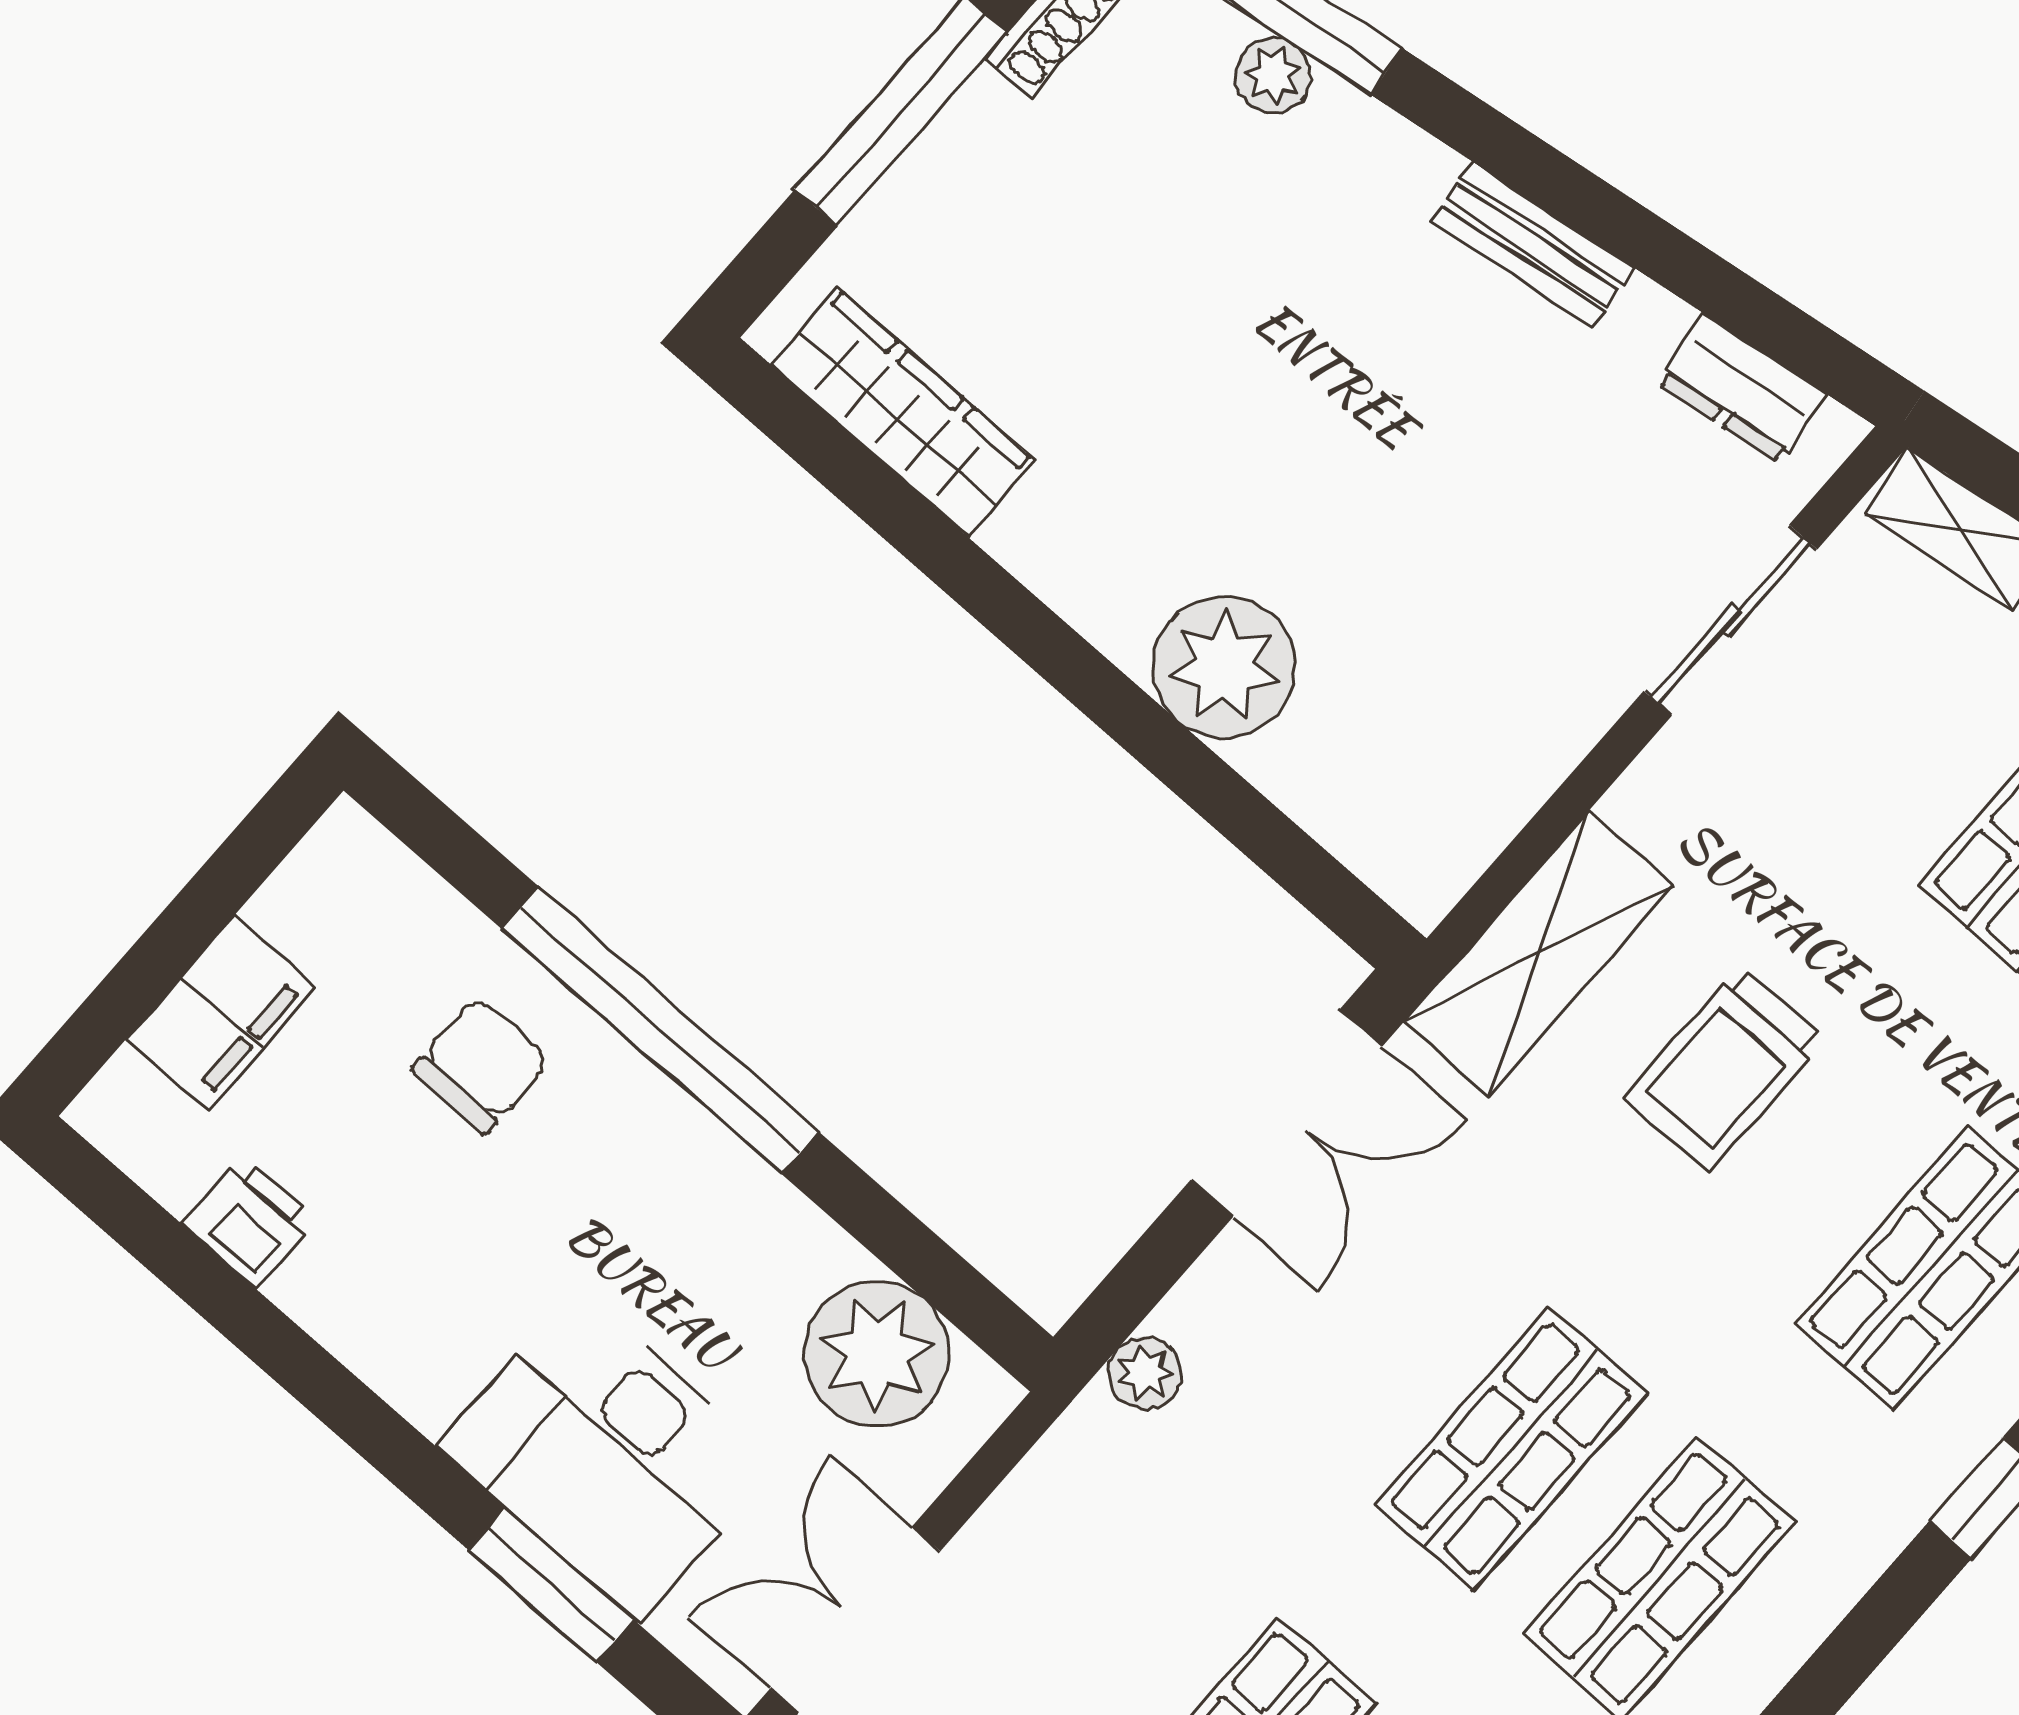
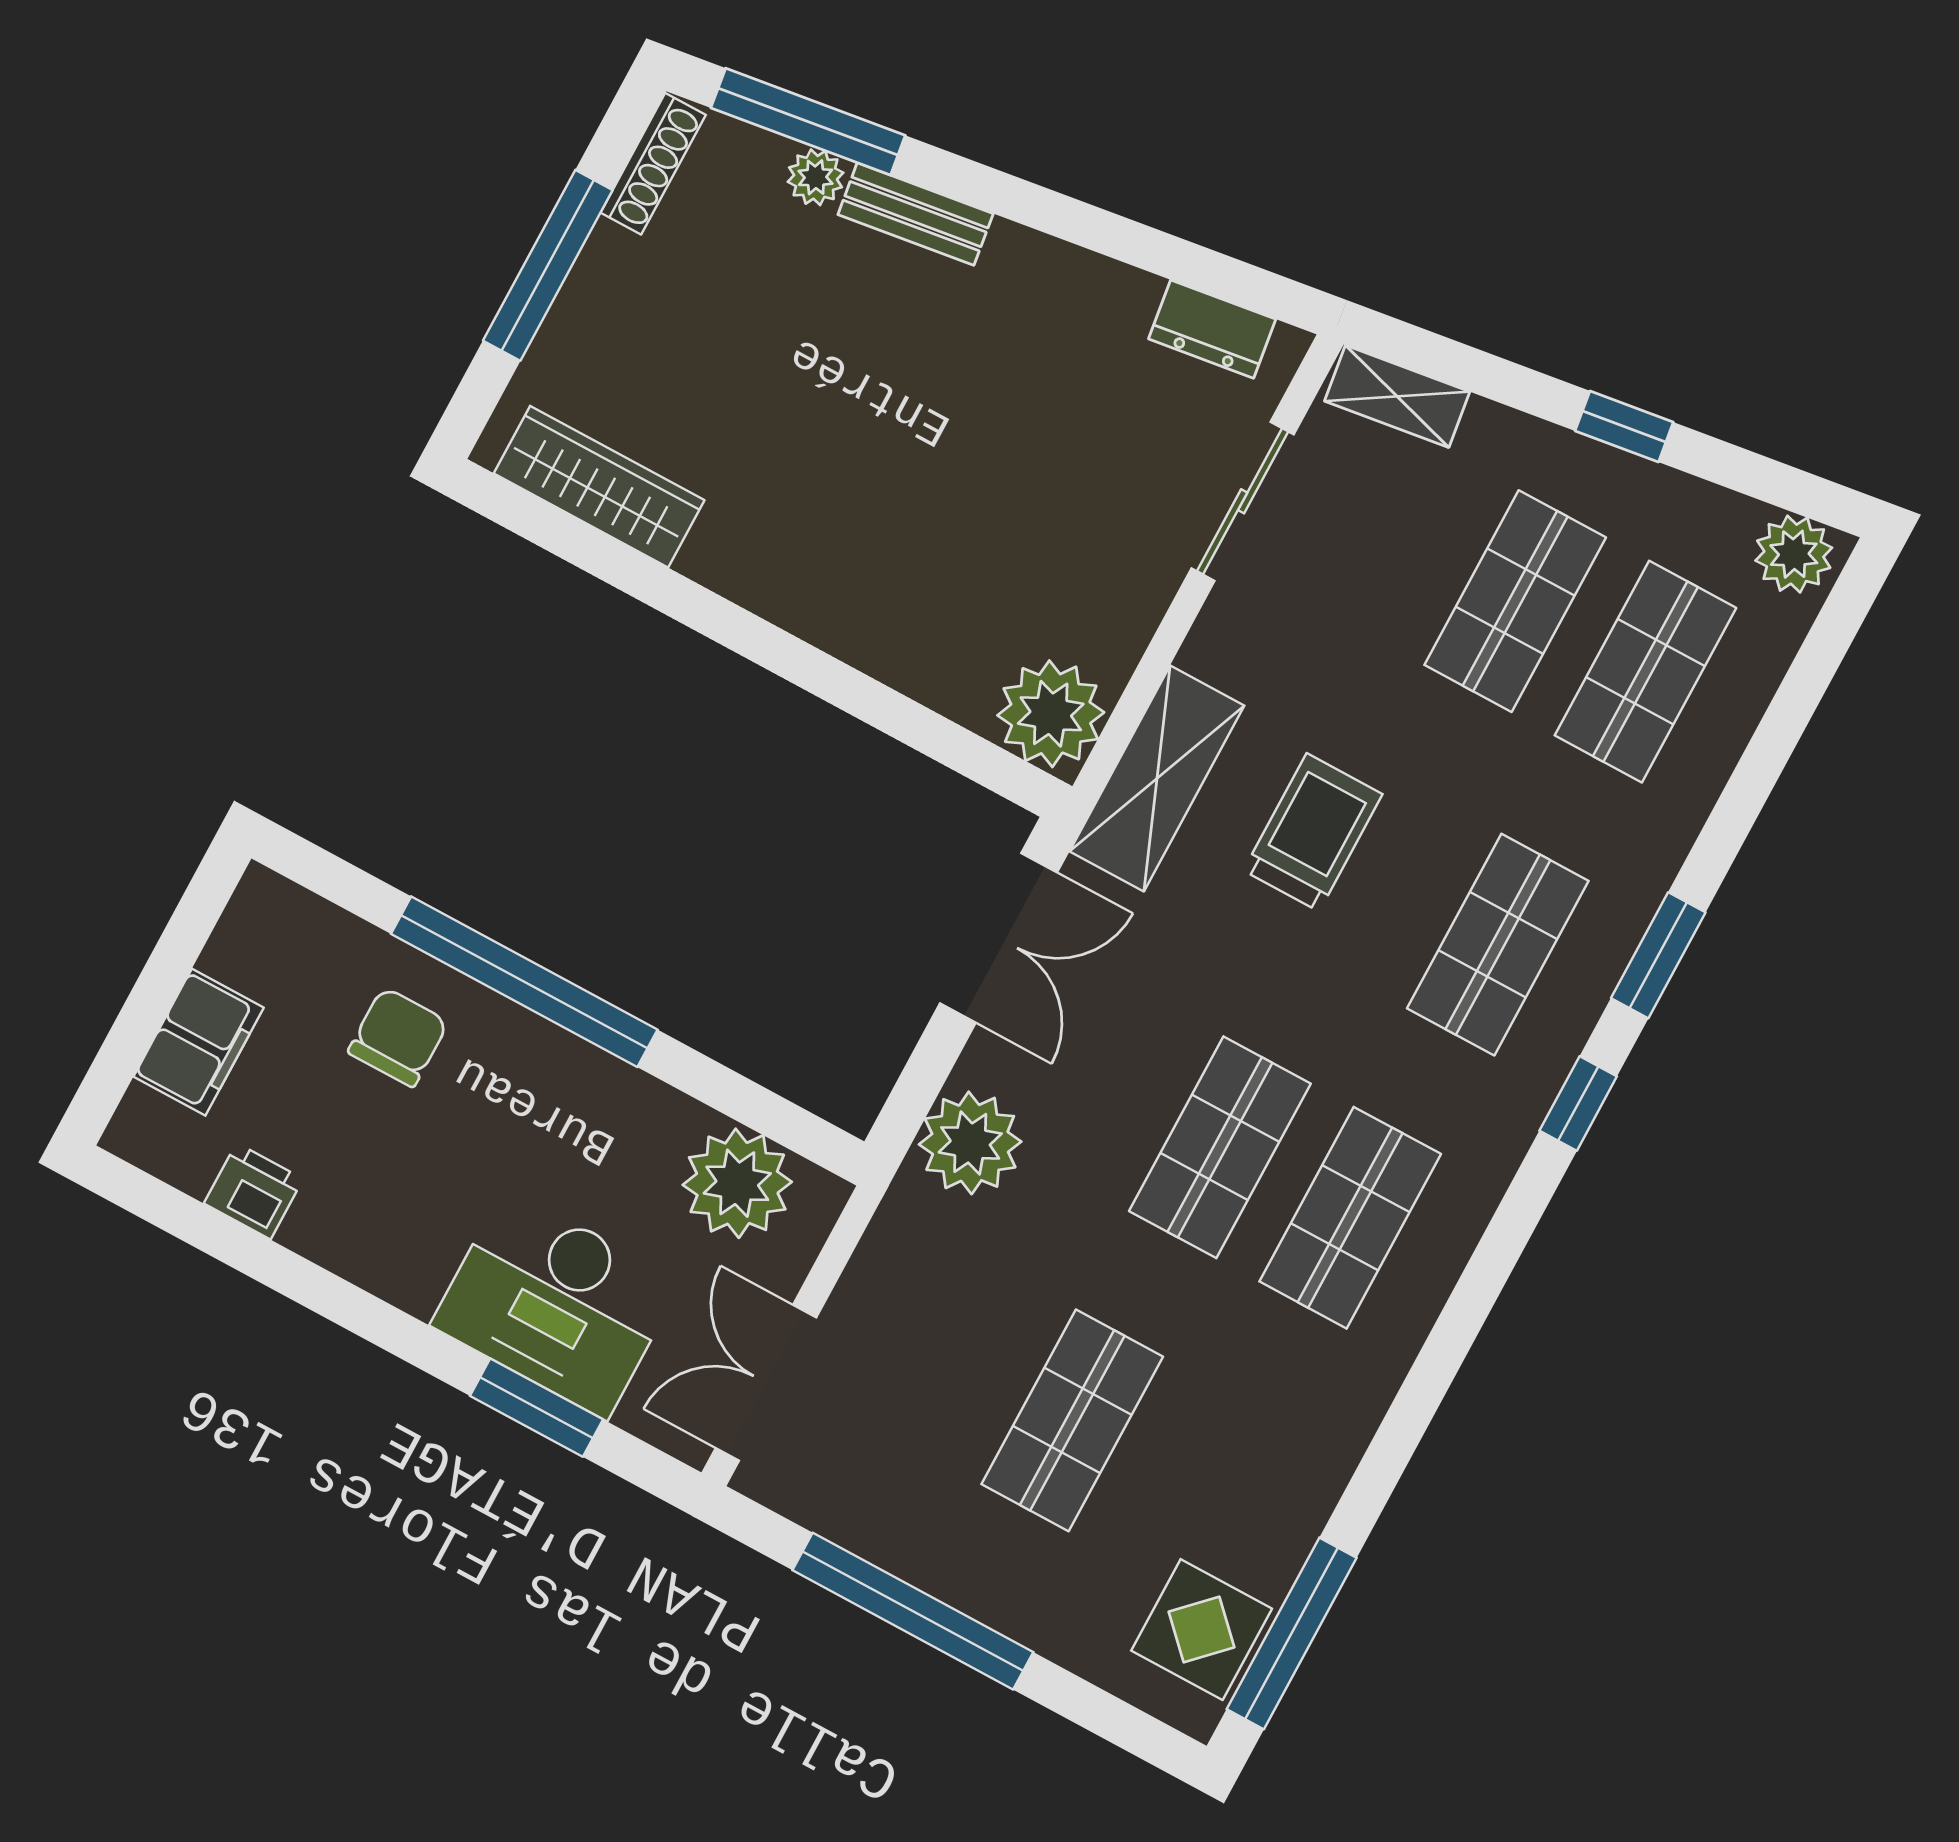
bench: (1533, 245) -> (916, 214), moved
plant: (1224, 667) -> (1051, 714), moved
trolley: (1724, 1069) -> (1313, 832), turned 180
plant: (1145, 1373) -> (970, 1143), width x1.87, depth x1.87

